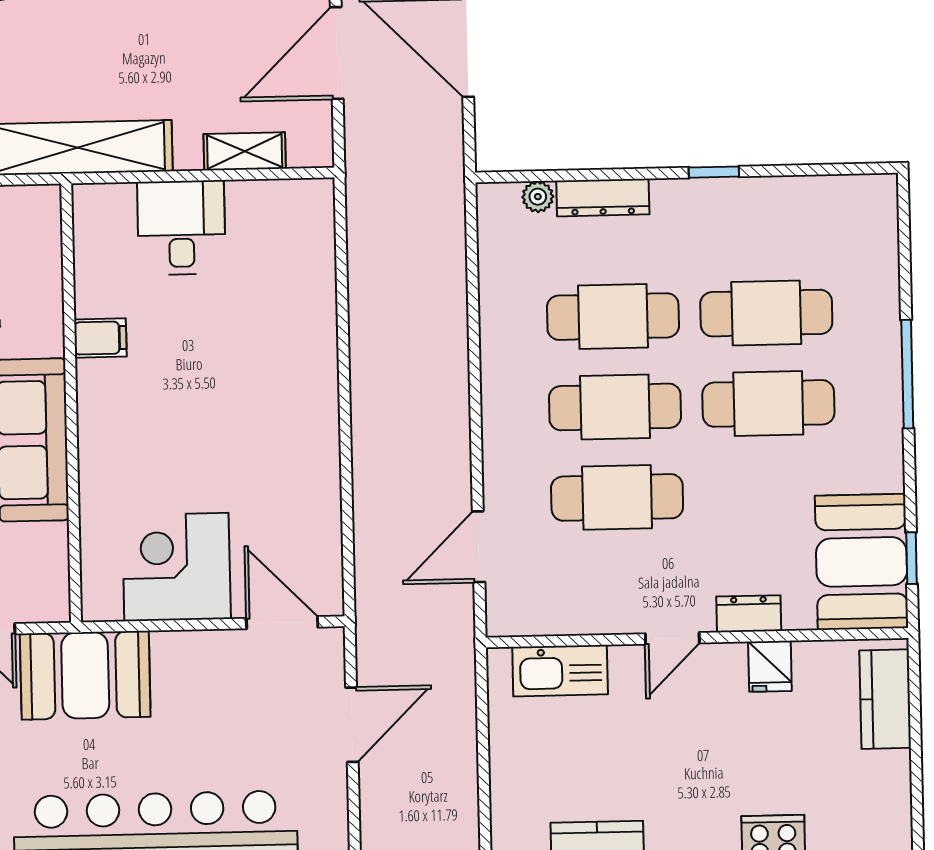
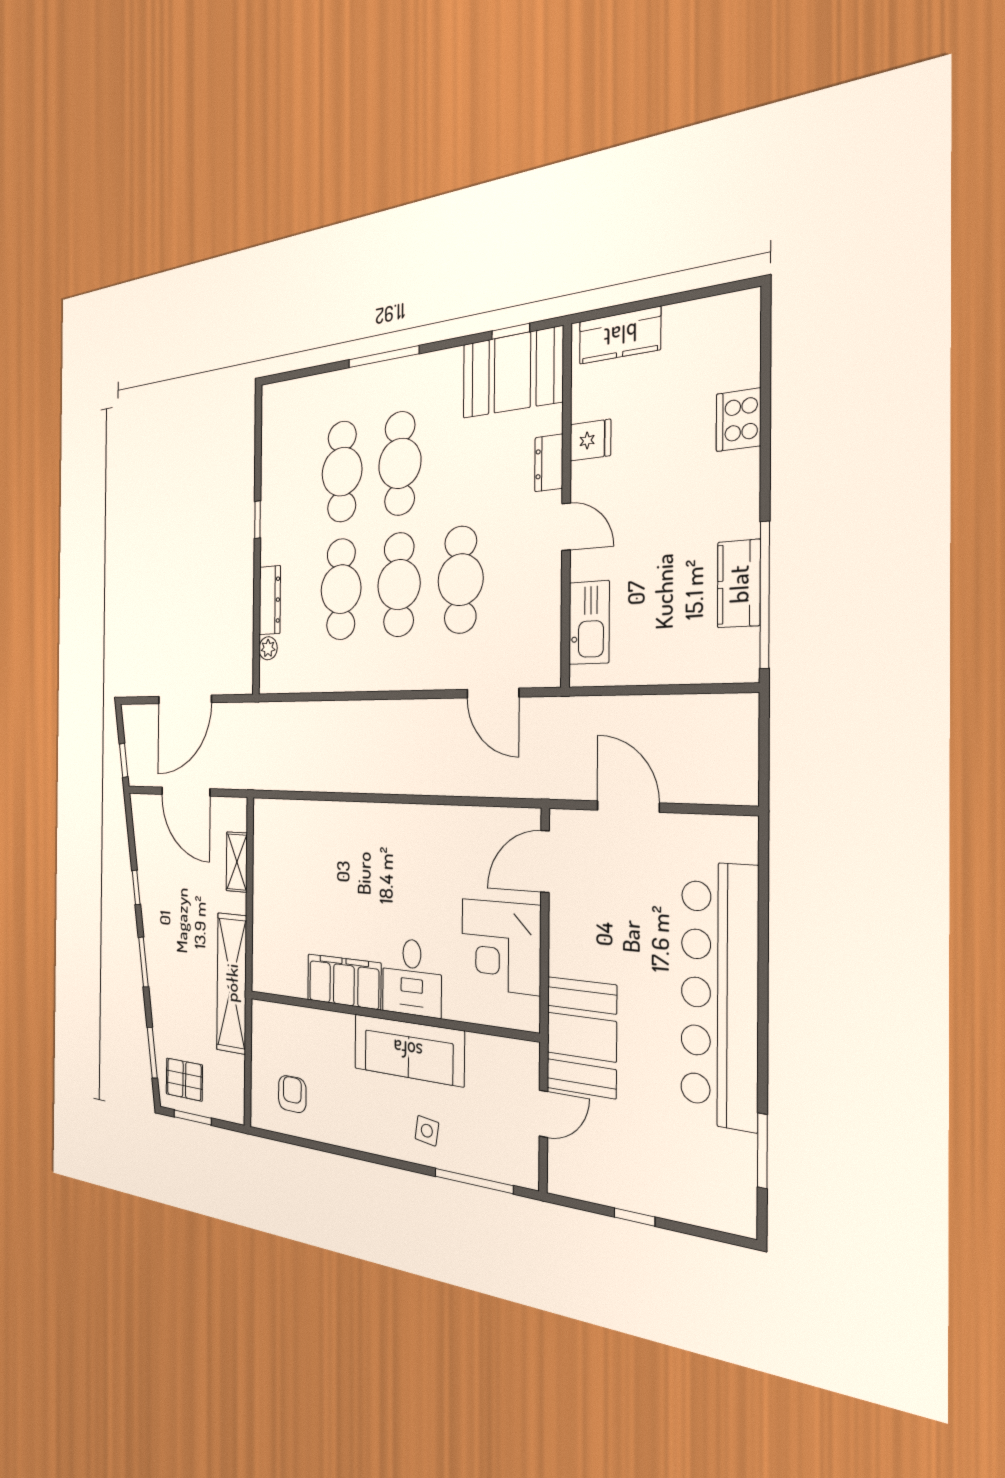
desk: (181, 228) -> (412, 977), moved, turned -90
filing cabinet: (100, 338) -> (344, 982), width x3.00, depth x1.17

